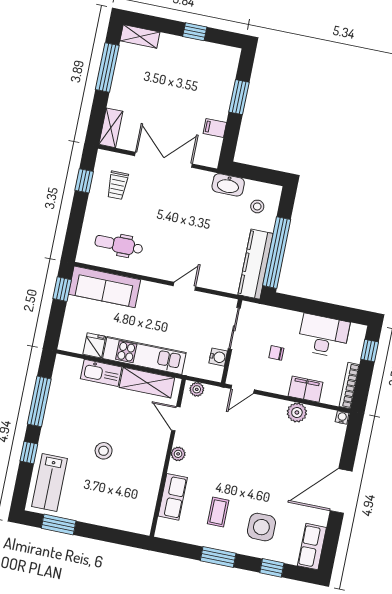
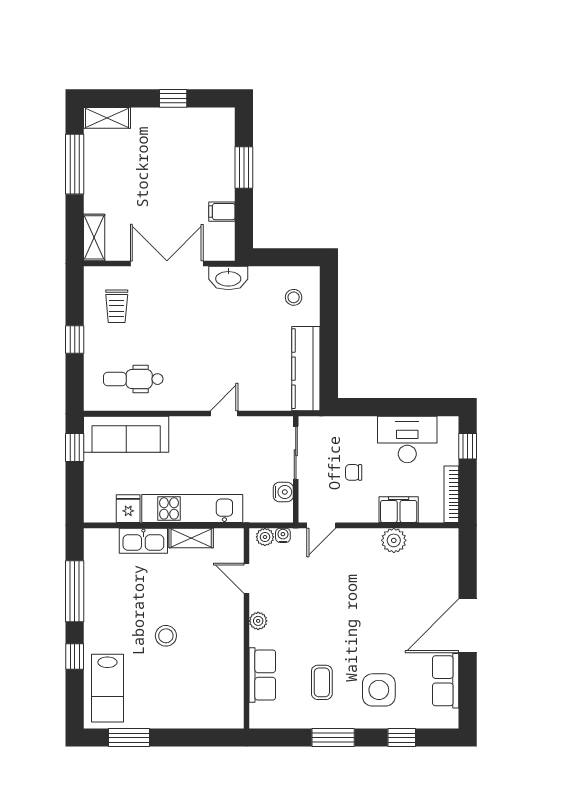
window: (84, 181) -> (75, 339), moved
washbasin: (228, 185) -> (228, 278), moved
window: (277, 253) -> (329, 349), removed
shelving: (147, 383) -> (191, 538), width x0.67, depth x0.75
water cooler: (342, 417) -> (283, 535), moved
row of seats: (312, 547) -> (446, 681), moved

